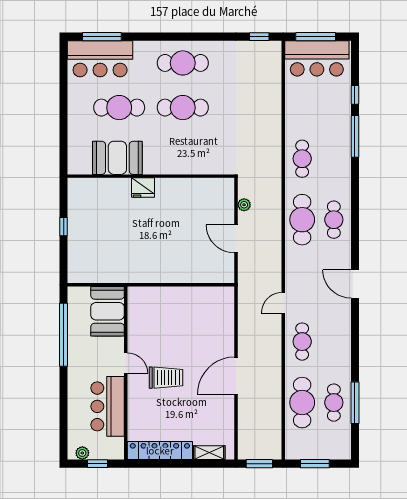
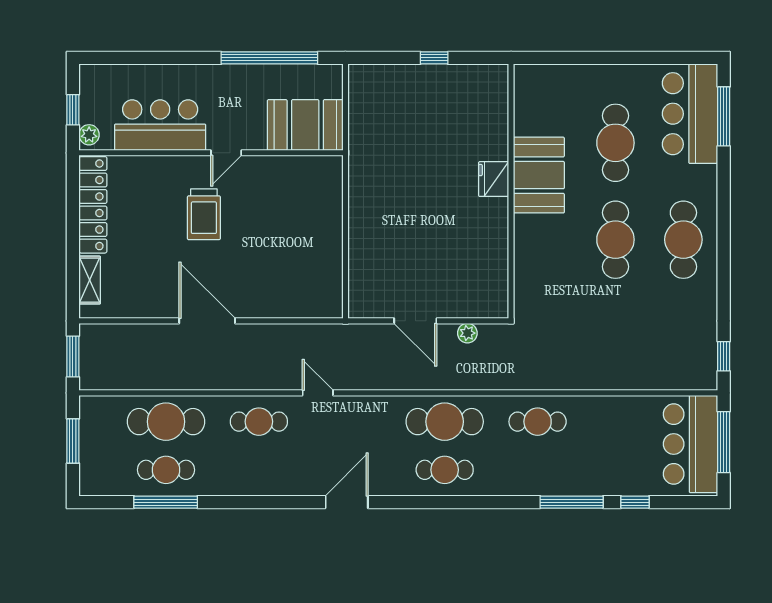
booth: (117, 158) -> (539, 175), moved
door: (236, 239) -> (415, 321), swing flipped
plant: (82, 453) -> (89, 135), moved

